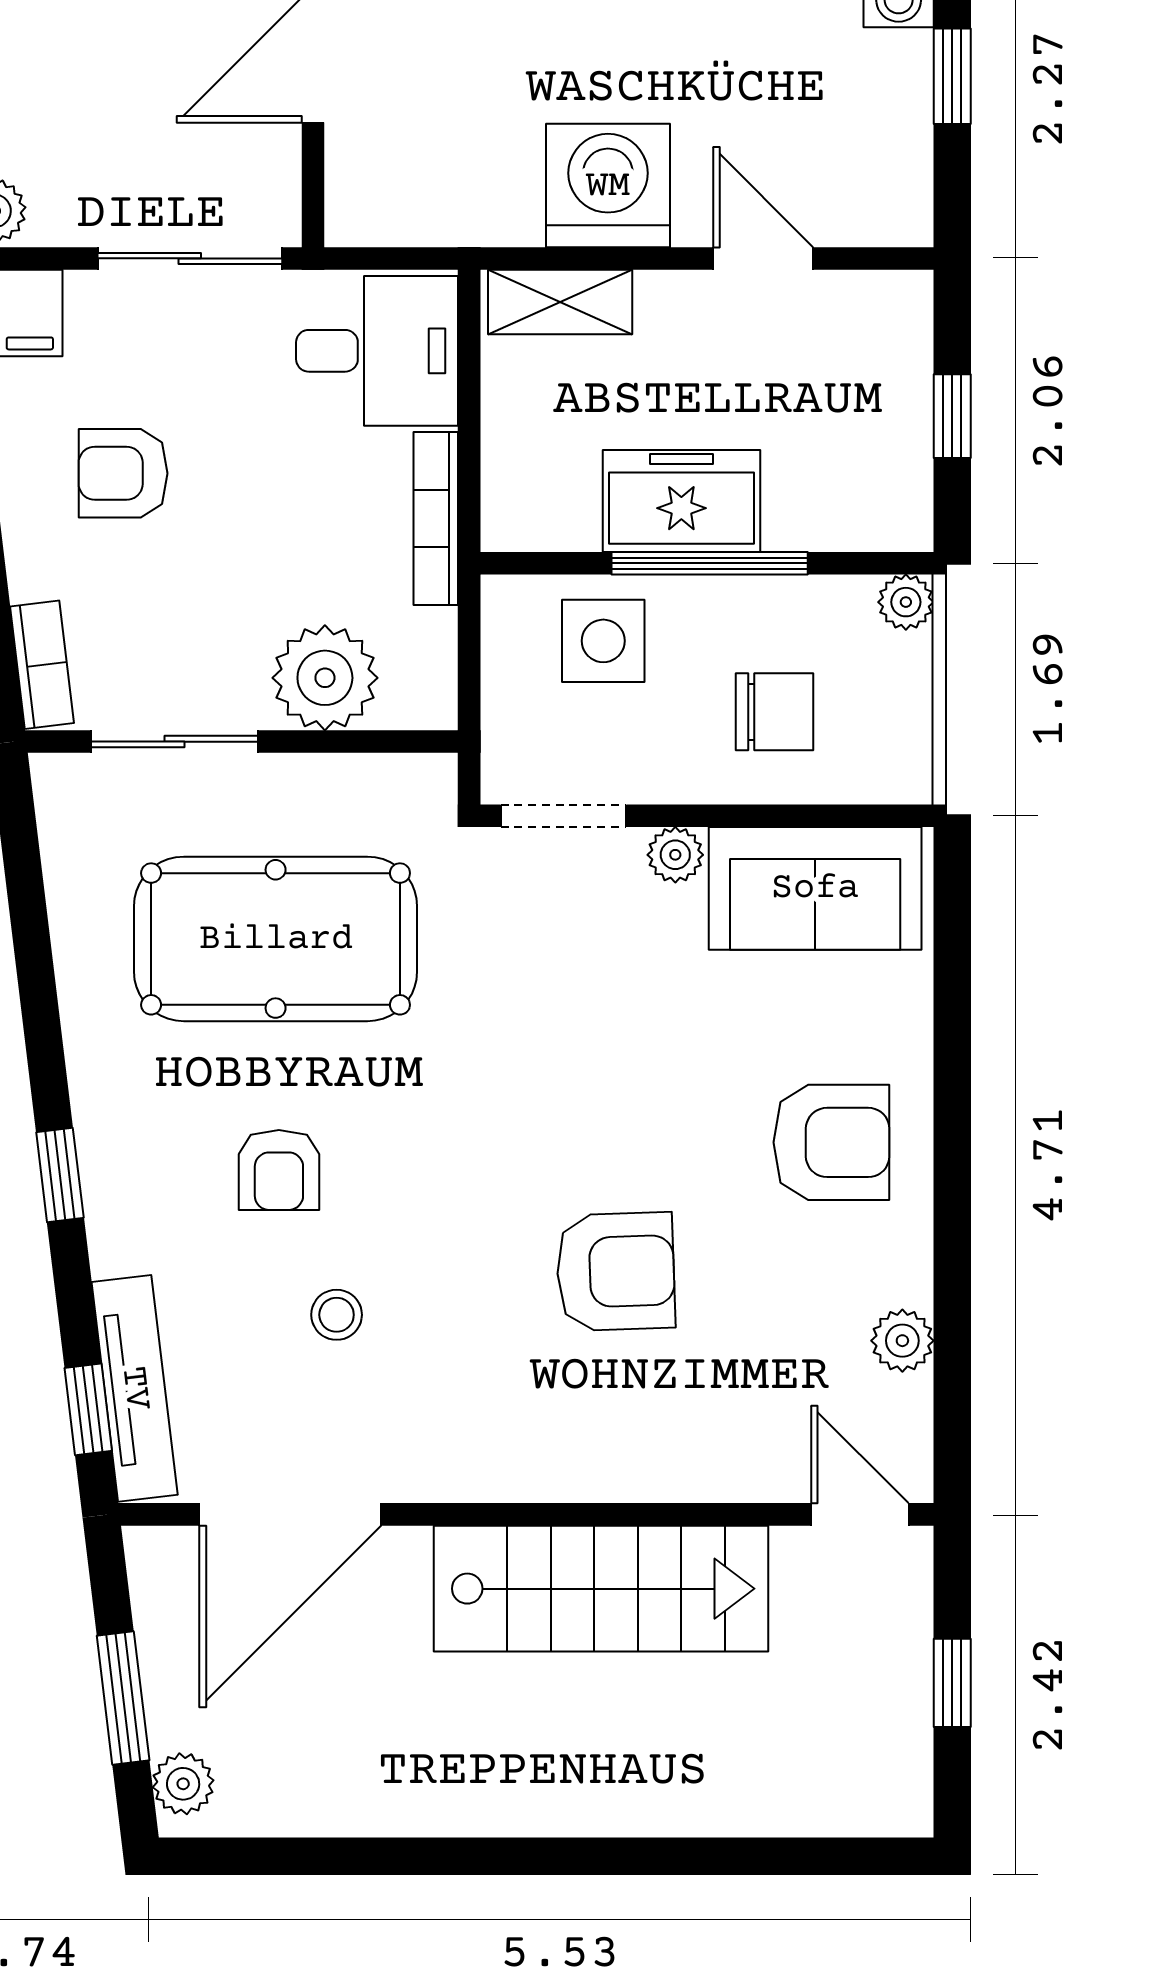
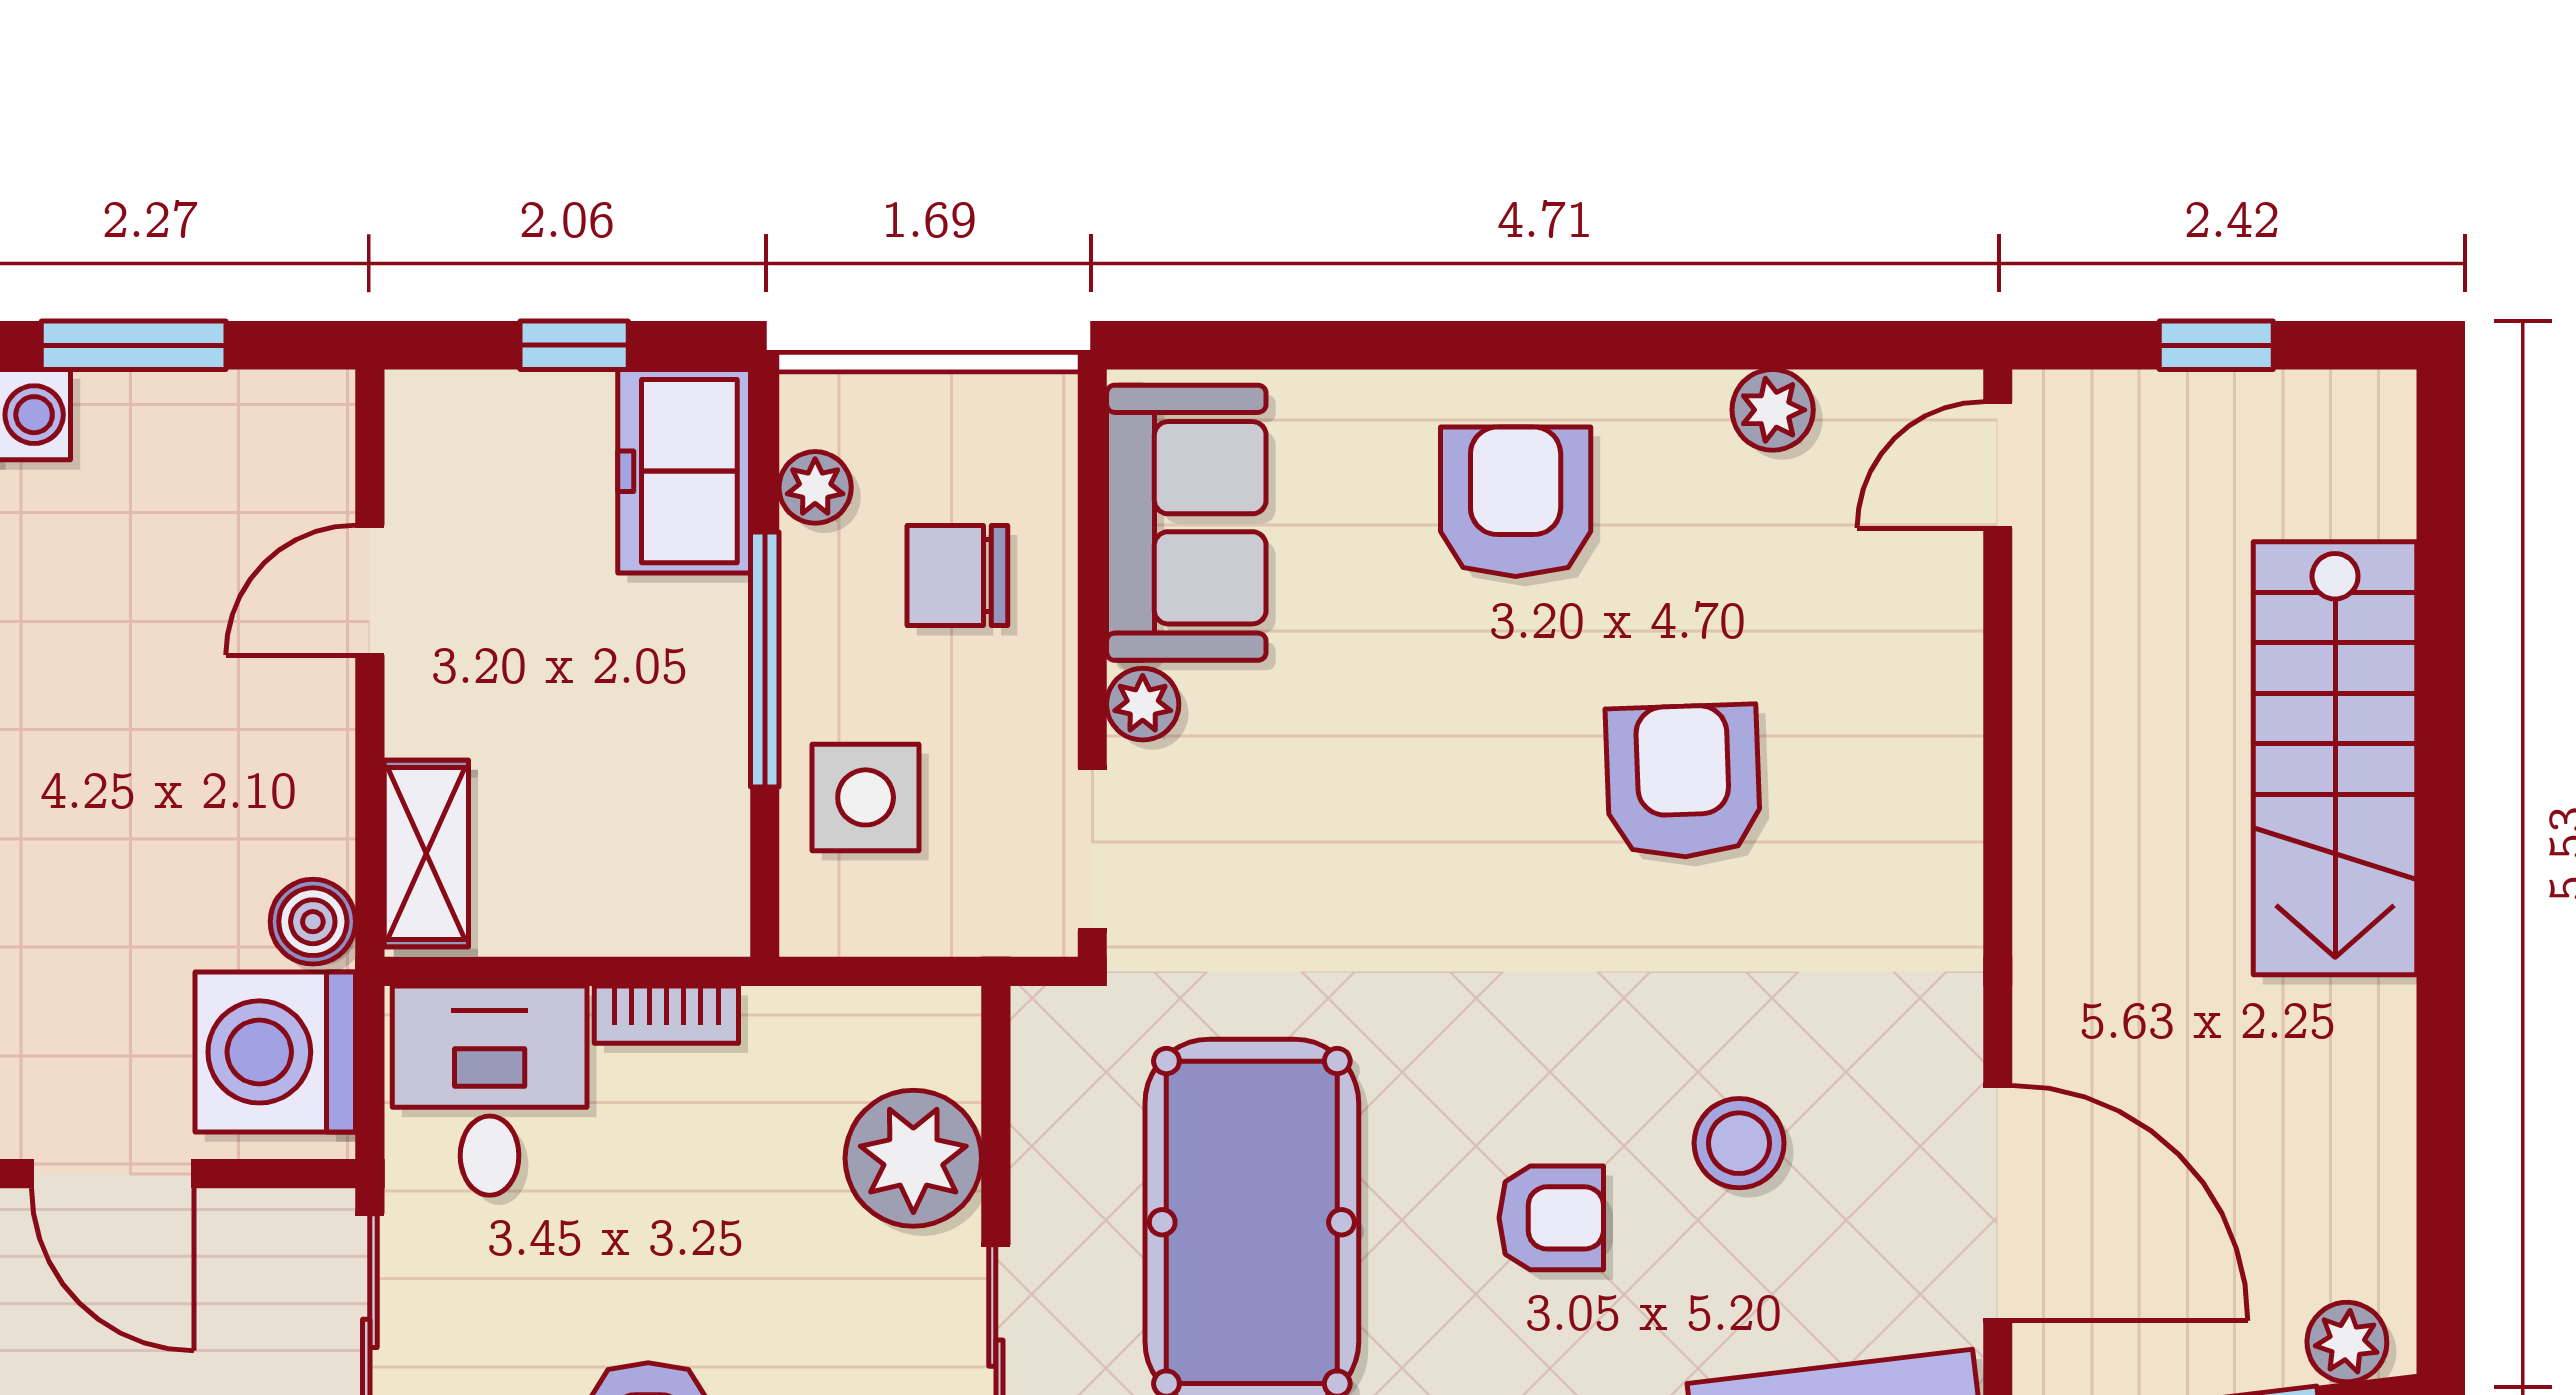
window: (952, 76) -> (134, 345), width x1.50
washing machine: (608, 186) -> (275, 1052), moved
boiler: (507, 215) -> (313, 922), added
freezer: (681, 501) -> (684, 471), moved
bookcase: (436, 518) -> (666, 1015), width x0.64
plant: (906, 602) -> (815, 487), moved
chair: (774, 712) -> (957, 576), turned -90
stool: (337, 1315) -> (1739, 1143), width x1.37, depth x1.37
stairs: (601, 1589) -> (2335, 758), moved, turned 180

